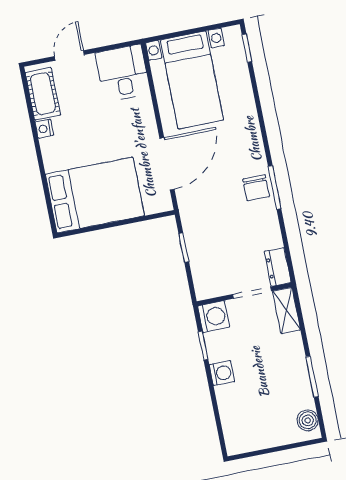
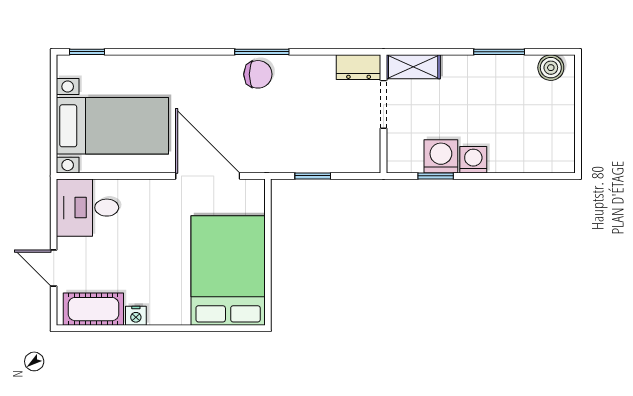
washing machine: (214, 317) -> (441, 156), moved

